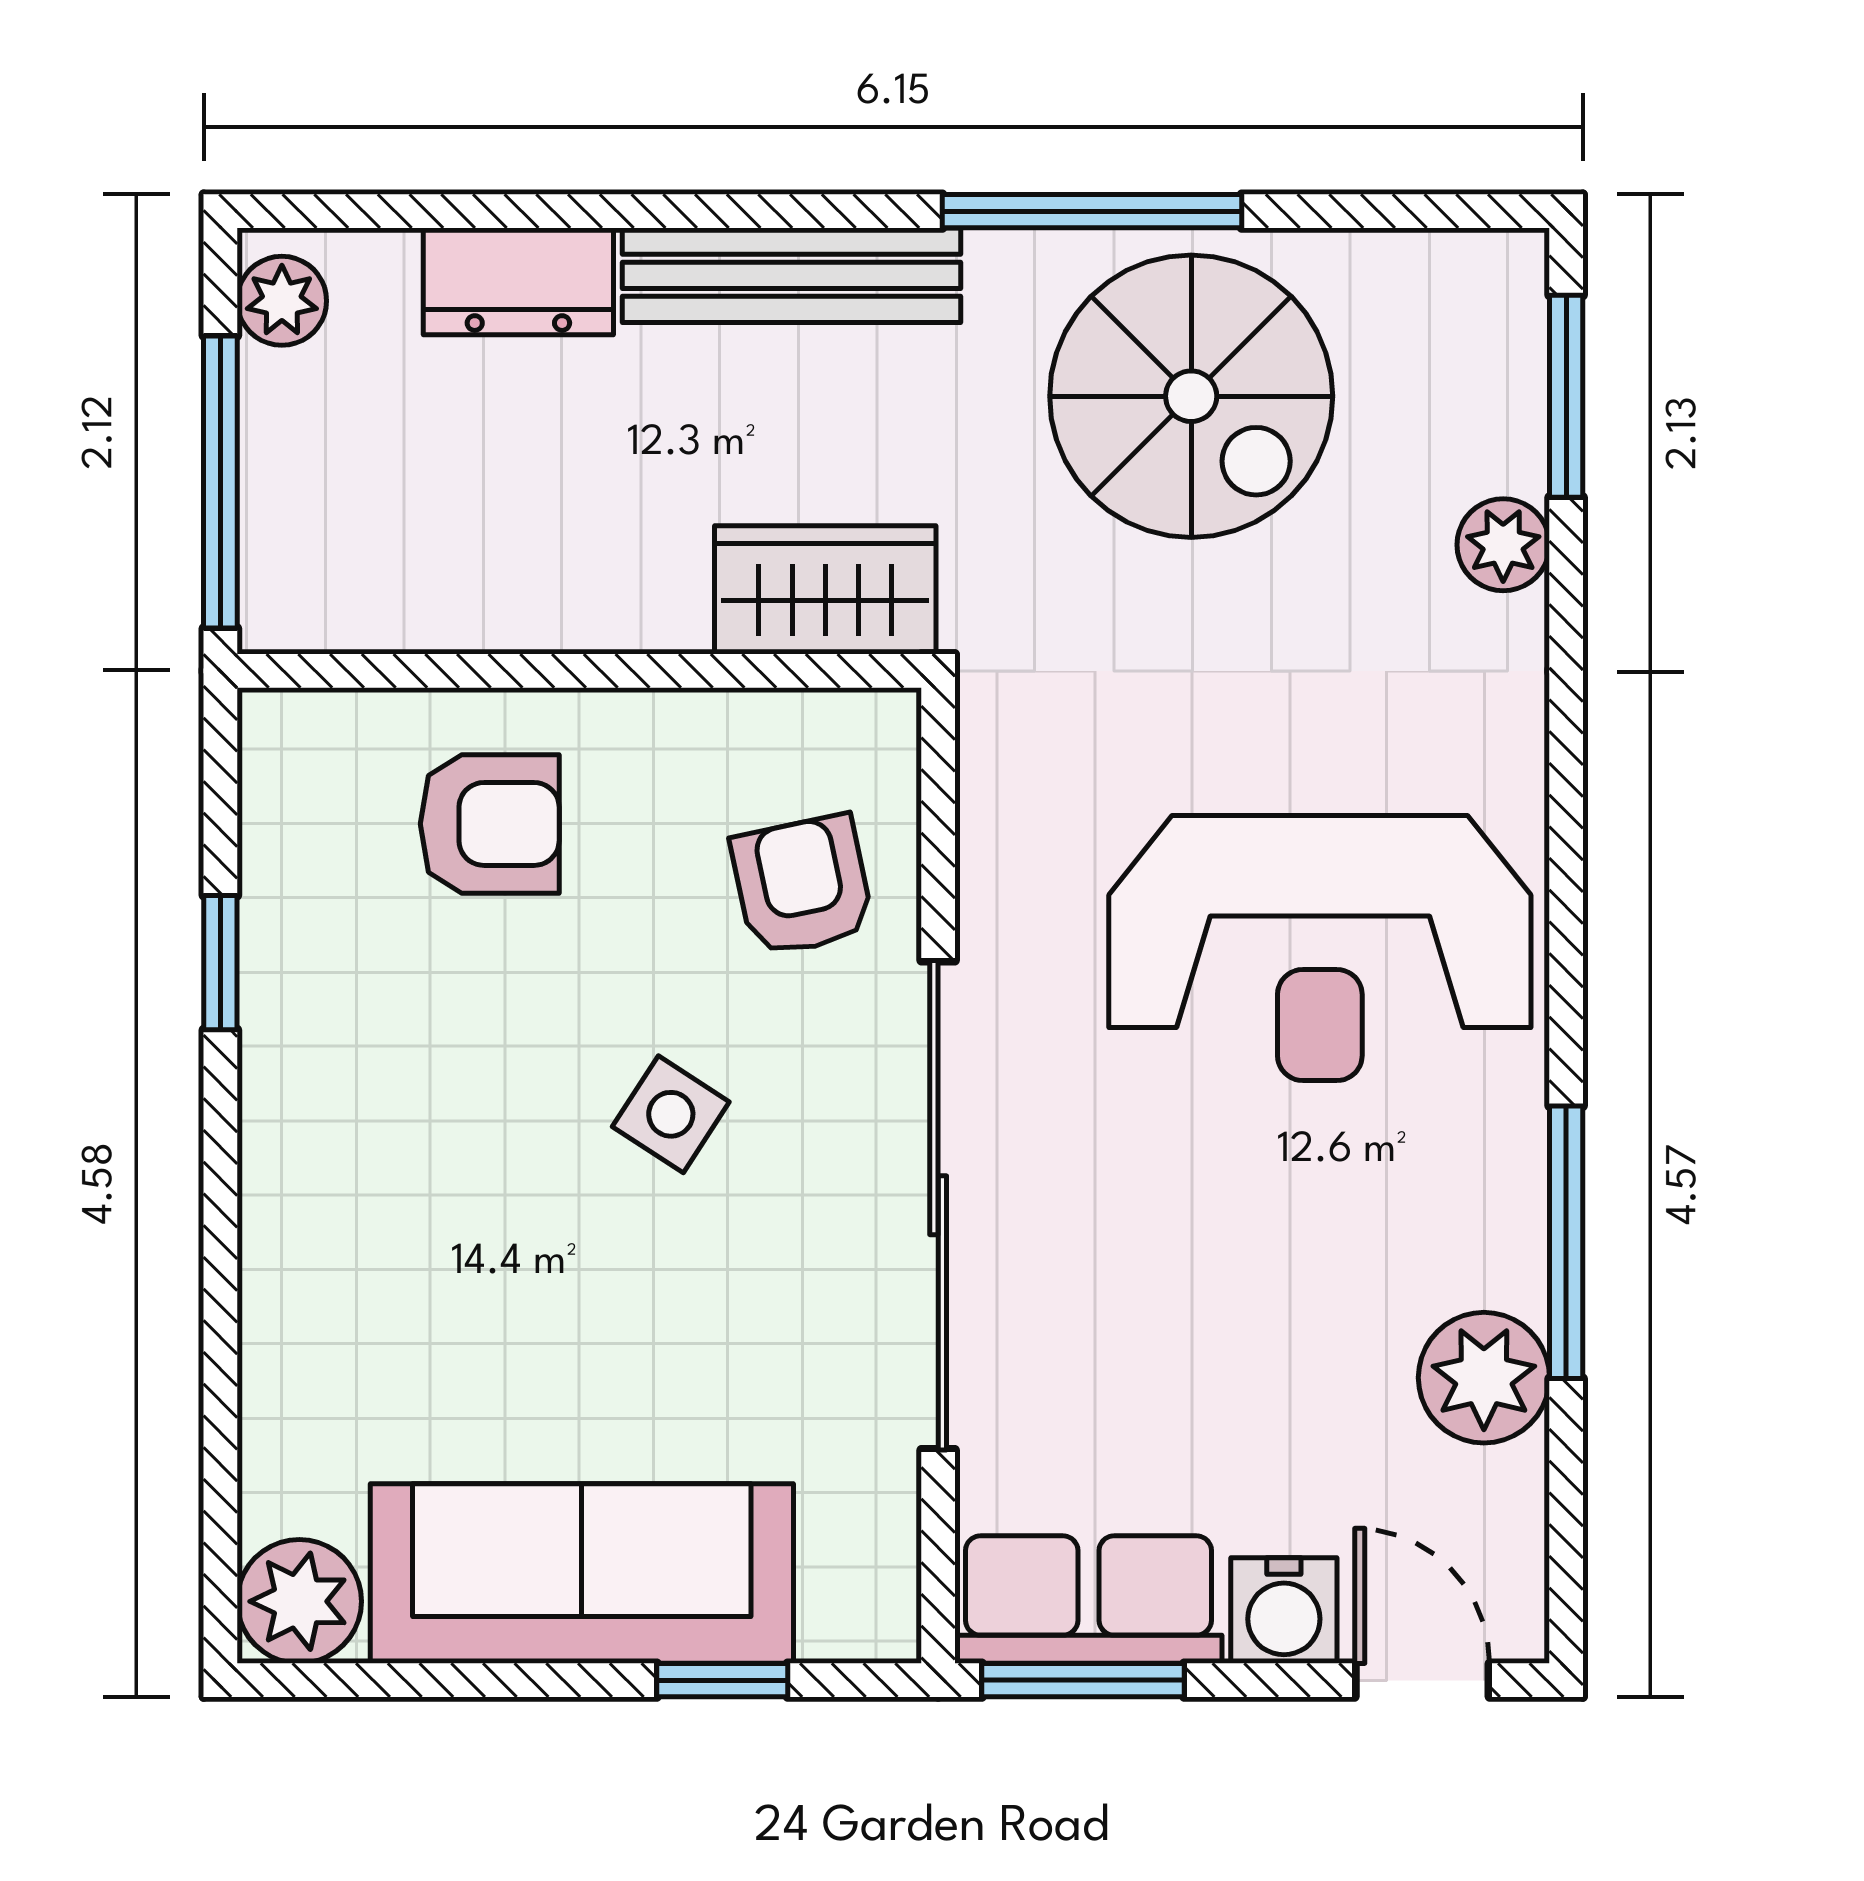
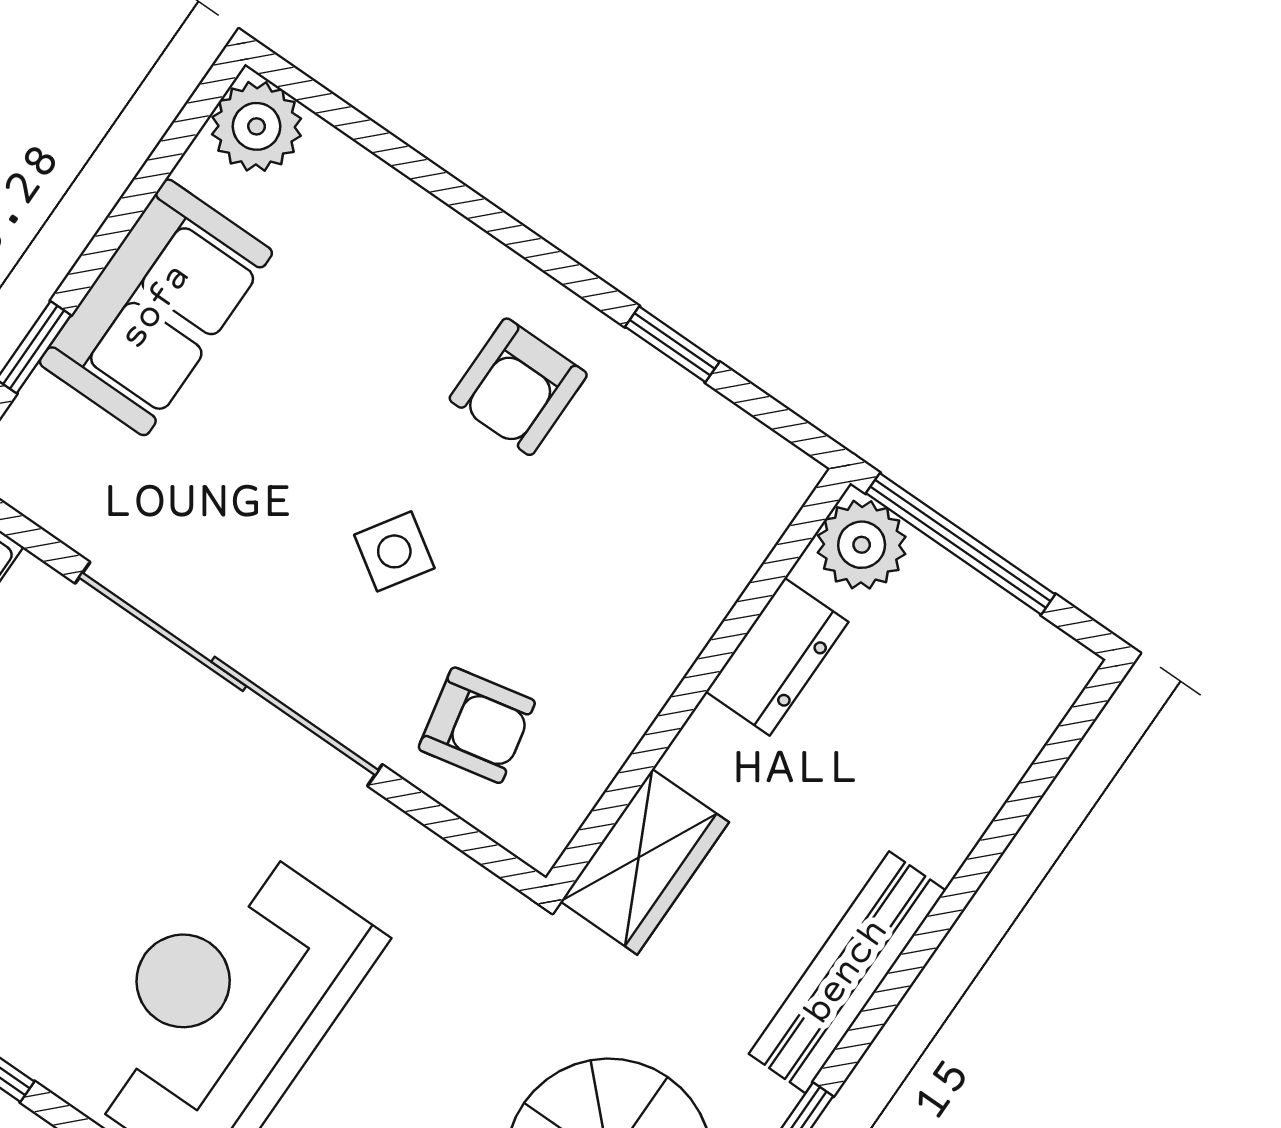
dresser: (518, 281) -> (777, 657), moved, turned 180
plant: (282, 301) -> (862, 545), moved, width x1.38, depth x1.38
armchair: (490, 824) -> (518, 387), moved
sofa: (582, 1573) -> (156, 307), width x0.73

